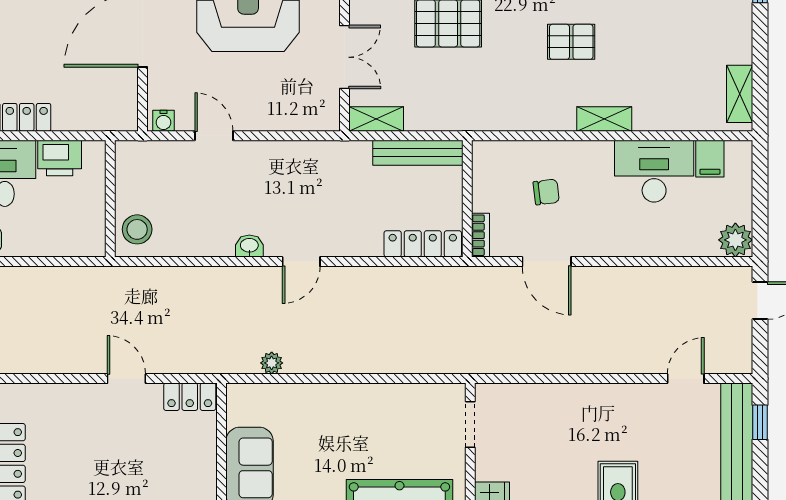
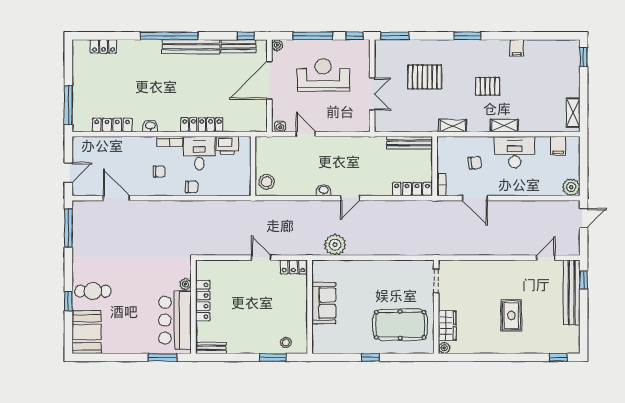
shelving: (376, 119) -> (453, 126), moved
desk: (654, 171) -> (515, 152), moved
plant: (272, 363) -> (335, 245), width x1.87, depth x1.87

